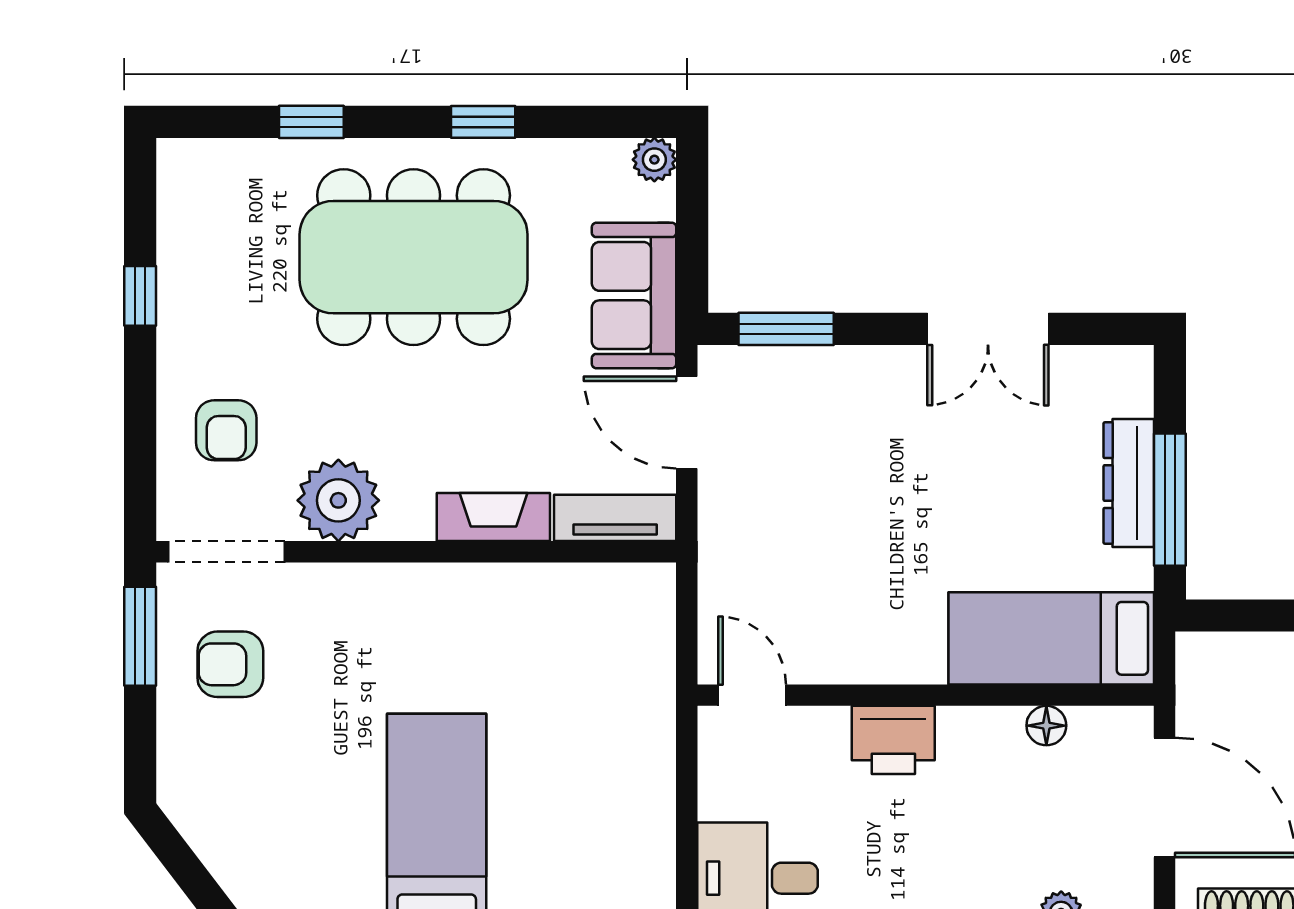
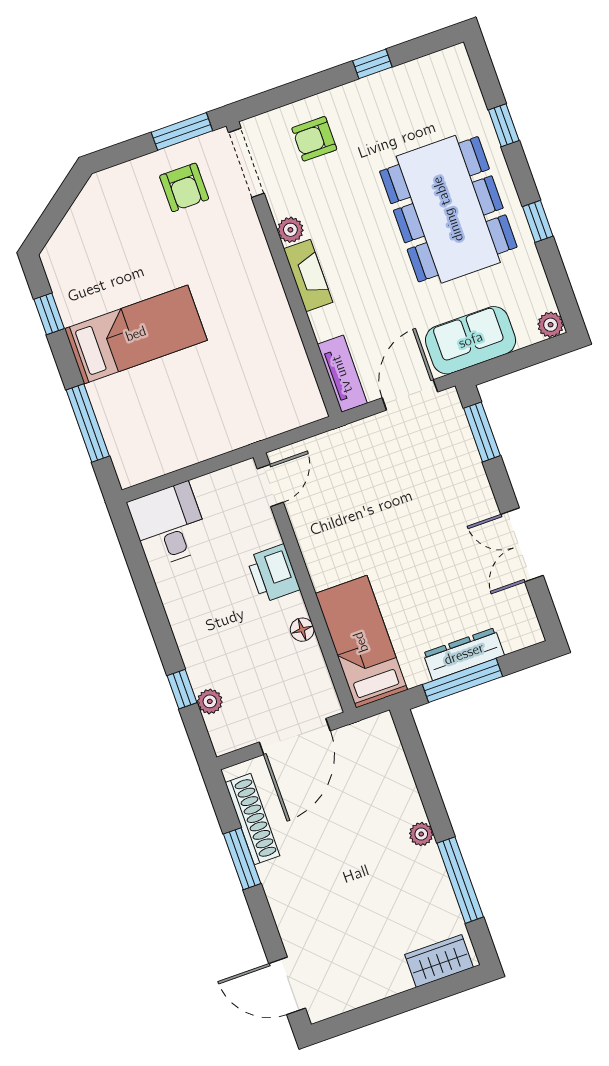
plant: (338, 500) -> (290, 230), width x0.53, depth x0.53
fireplace: (493, 517) -> (308, 276), moved
armchair: (230, 664) -> (184, 187), turned 180
floor lamp: (1046, 726) -> (302, 630), moved

